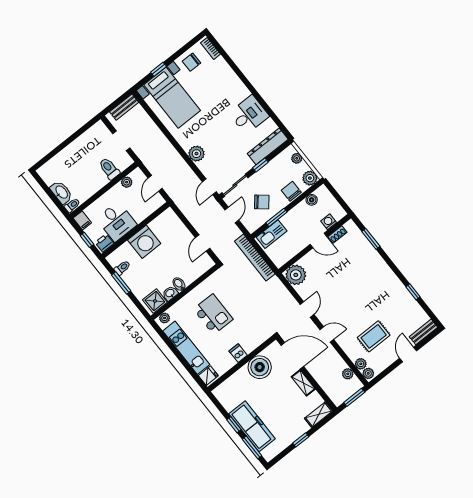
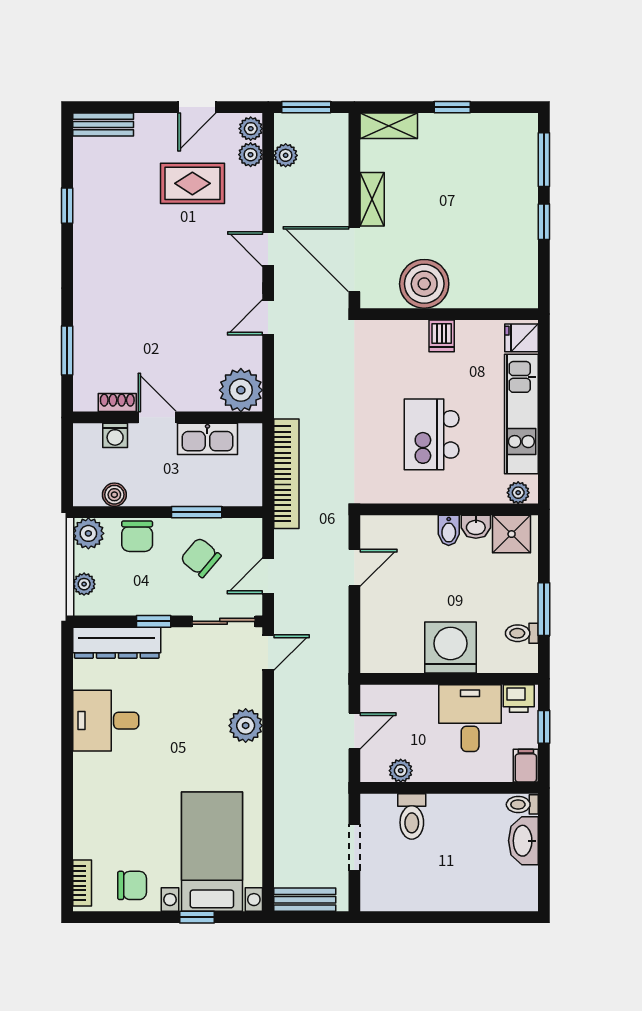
kitchen sink: (272, 234) -> (207, 439), moved, turned 180
door: (408, 355) -> (197, 107), moved
freezer: (252, 426) -> (516, 195), removed

